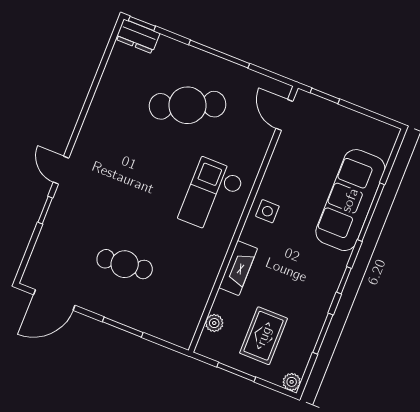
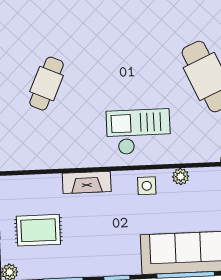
cafe table: (125, 264) -> (47, 84), turned 30
plant: (214, 323) -> (181, 176), moved

